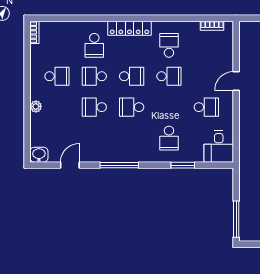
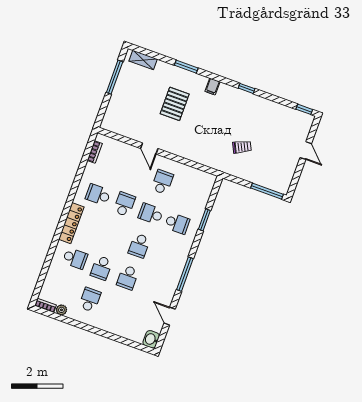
school desk: (132, 76) -> (151, 214), moved, turned -90
plant: (36, 106) -> (61, 310), moved
desk: (219, 147) -> (200, 184), removed

